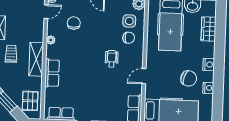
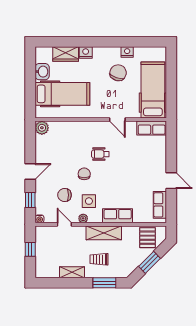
door: (46, 12) -> (64, 224), moved
side table: (129, 21) -> (89, 201), moved
chair: (129, 38) -> (84, 174), moved
nightstand: (209, 65) -> (86, 52), moved
pallet: (30, 101) -> (147, 238), turned 90

